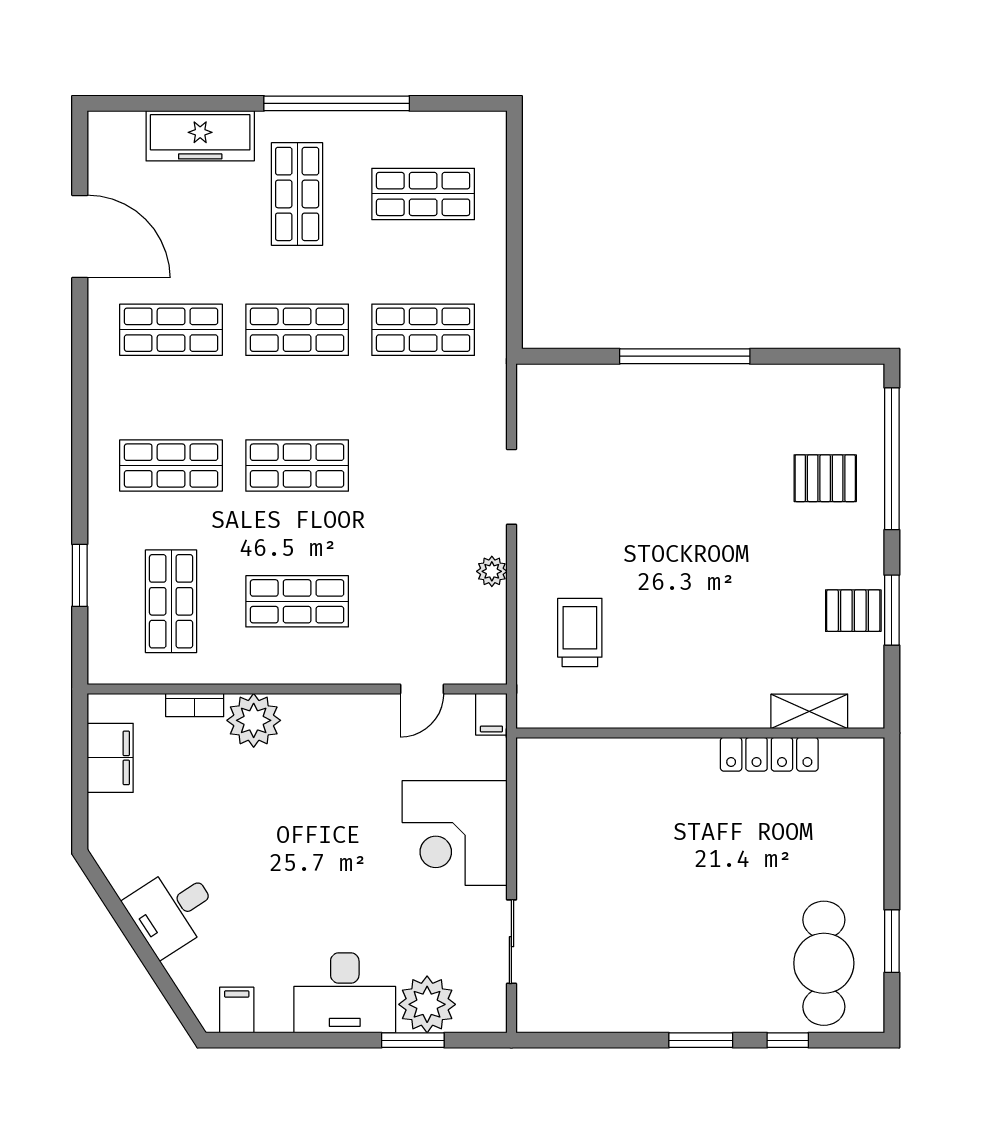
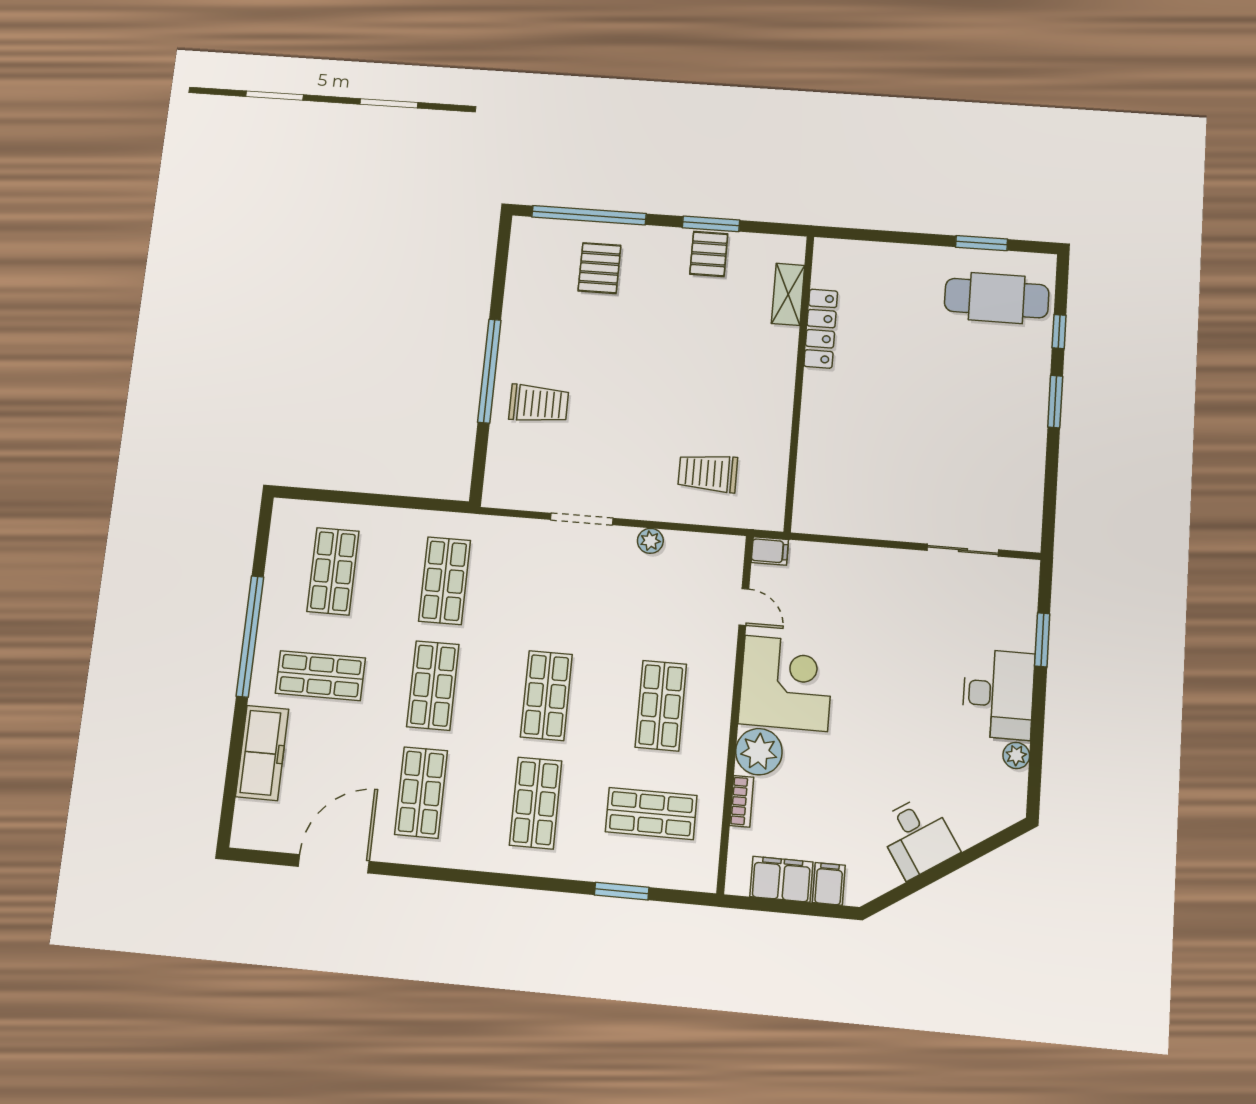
trolley: (649, 421) -> (539, 404), added
corner desk: (455, 833) -> (786, 683), moved, turned -90
plant: (427, 1004) -> (1016, 755), moved, width x0.53, depth x0.53
filing cabinet: (237, 1010) -> (829, 884), moved, turned 90

